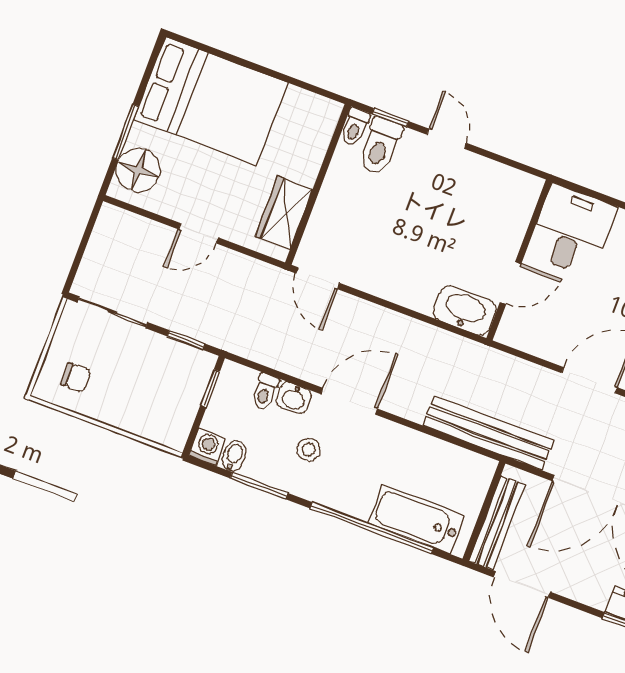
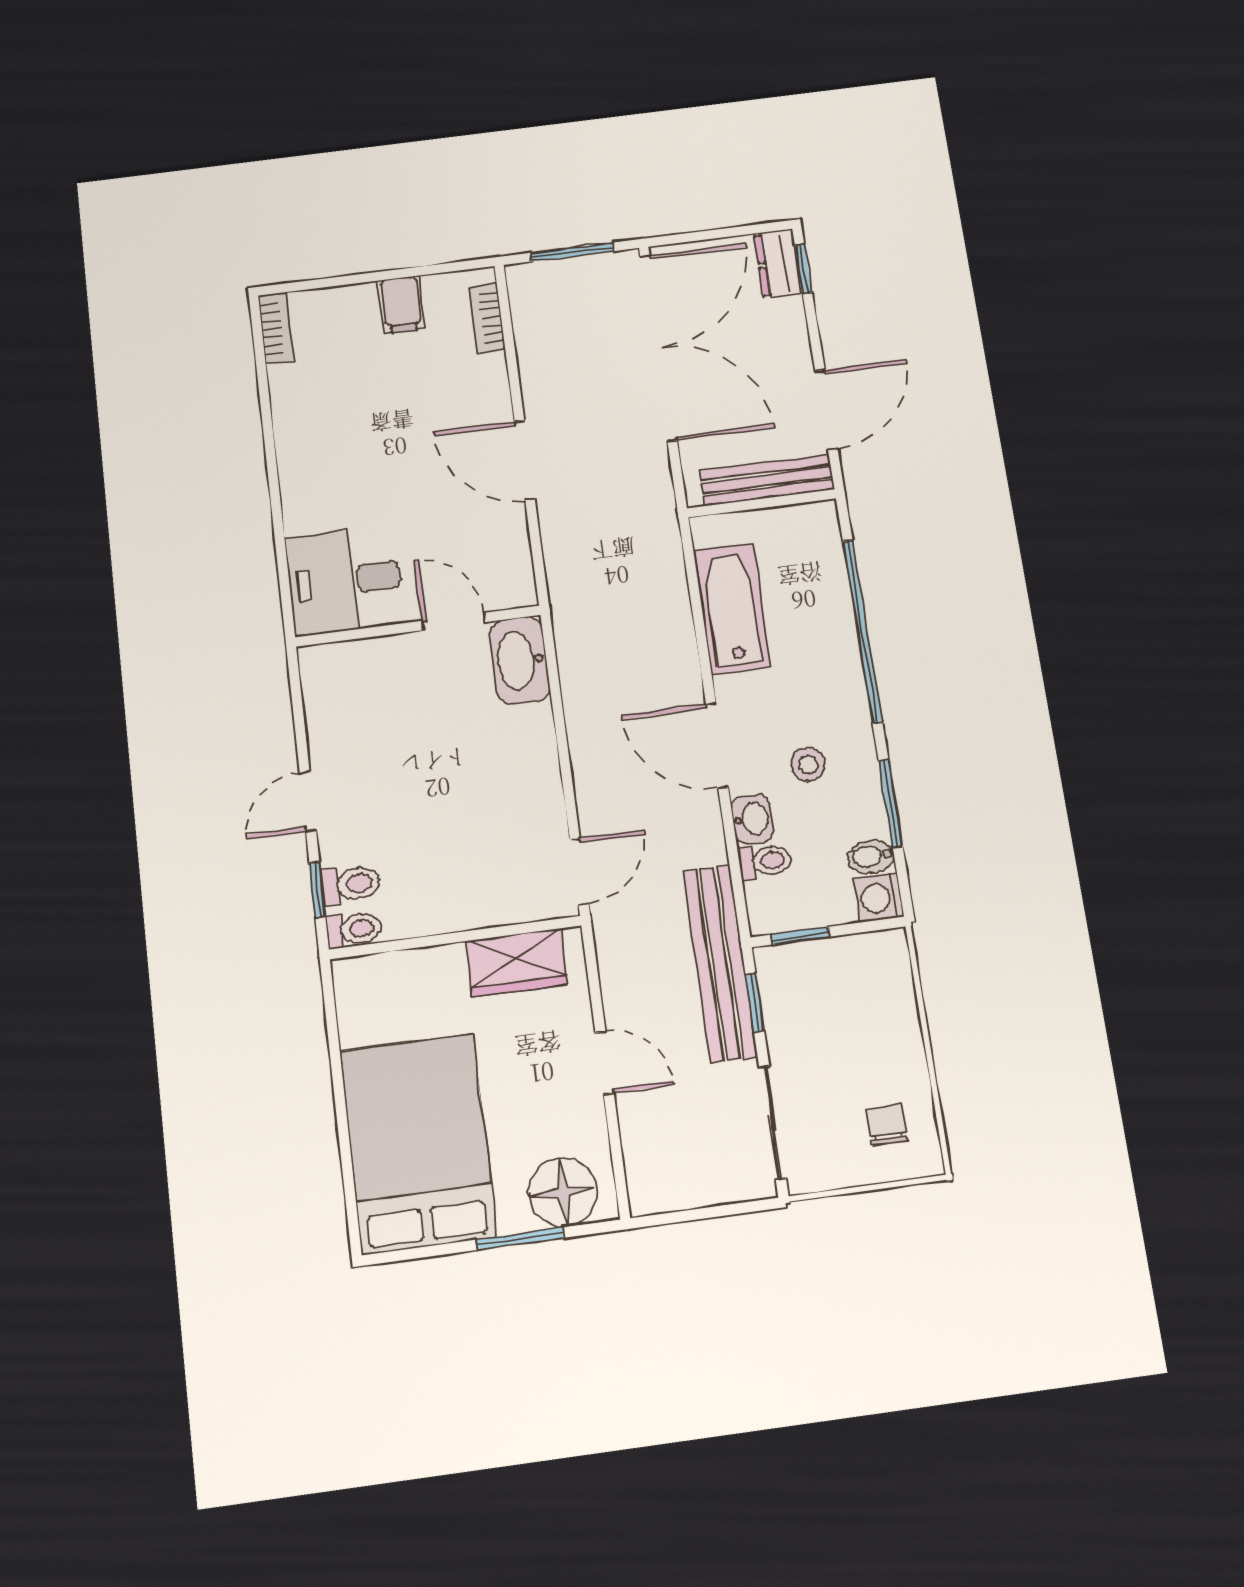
toilet: (380, 146) -> (351, 884), width x0.73, depth x0.72
bench: (488, 433) -> (720, 963), moved
bathtub: (417, 519) -> (732, 608), moved, turned 180

